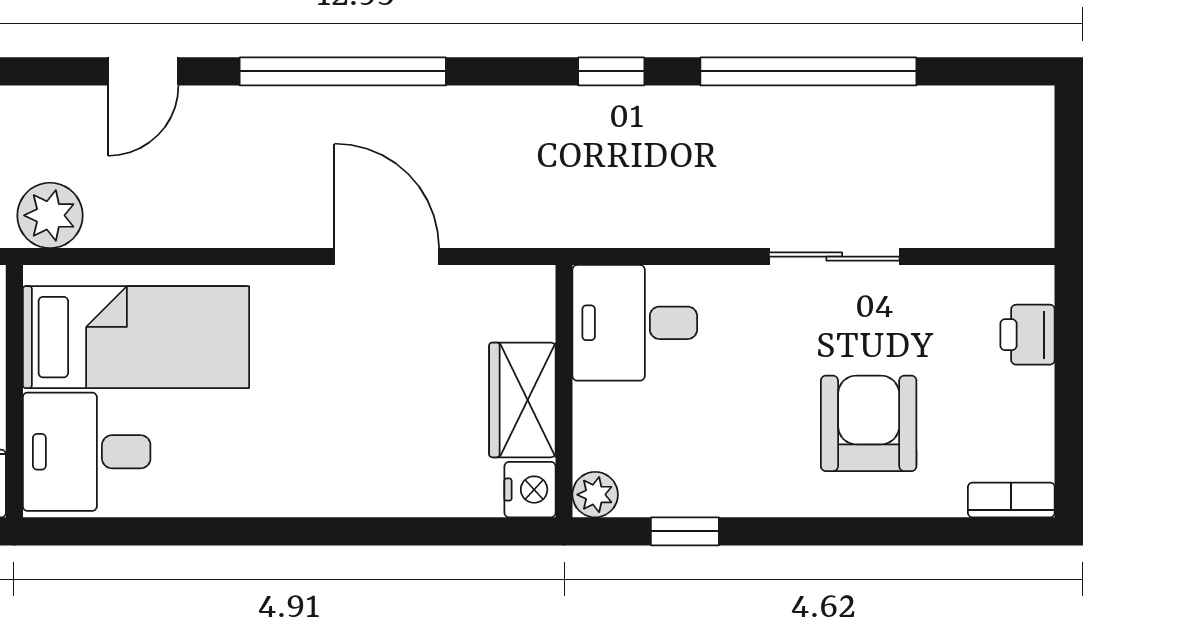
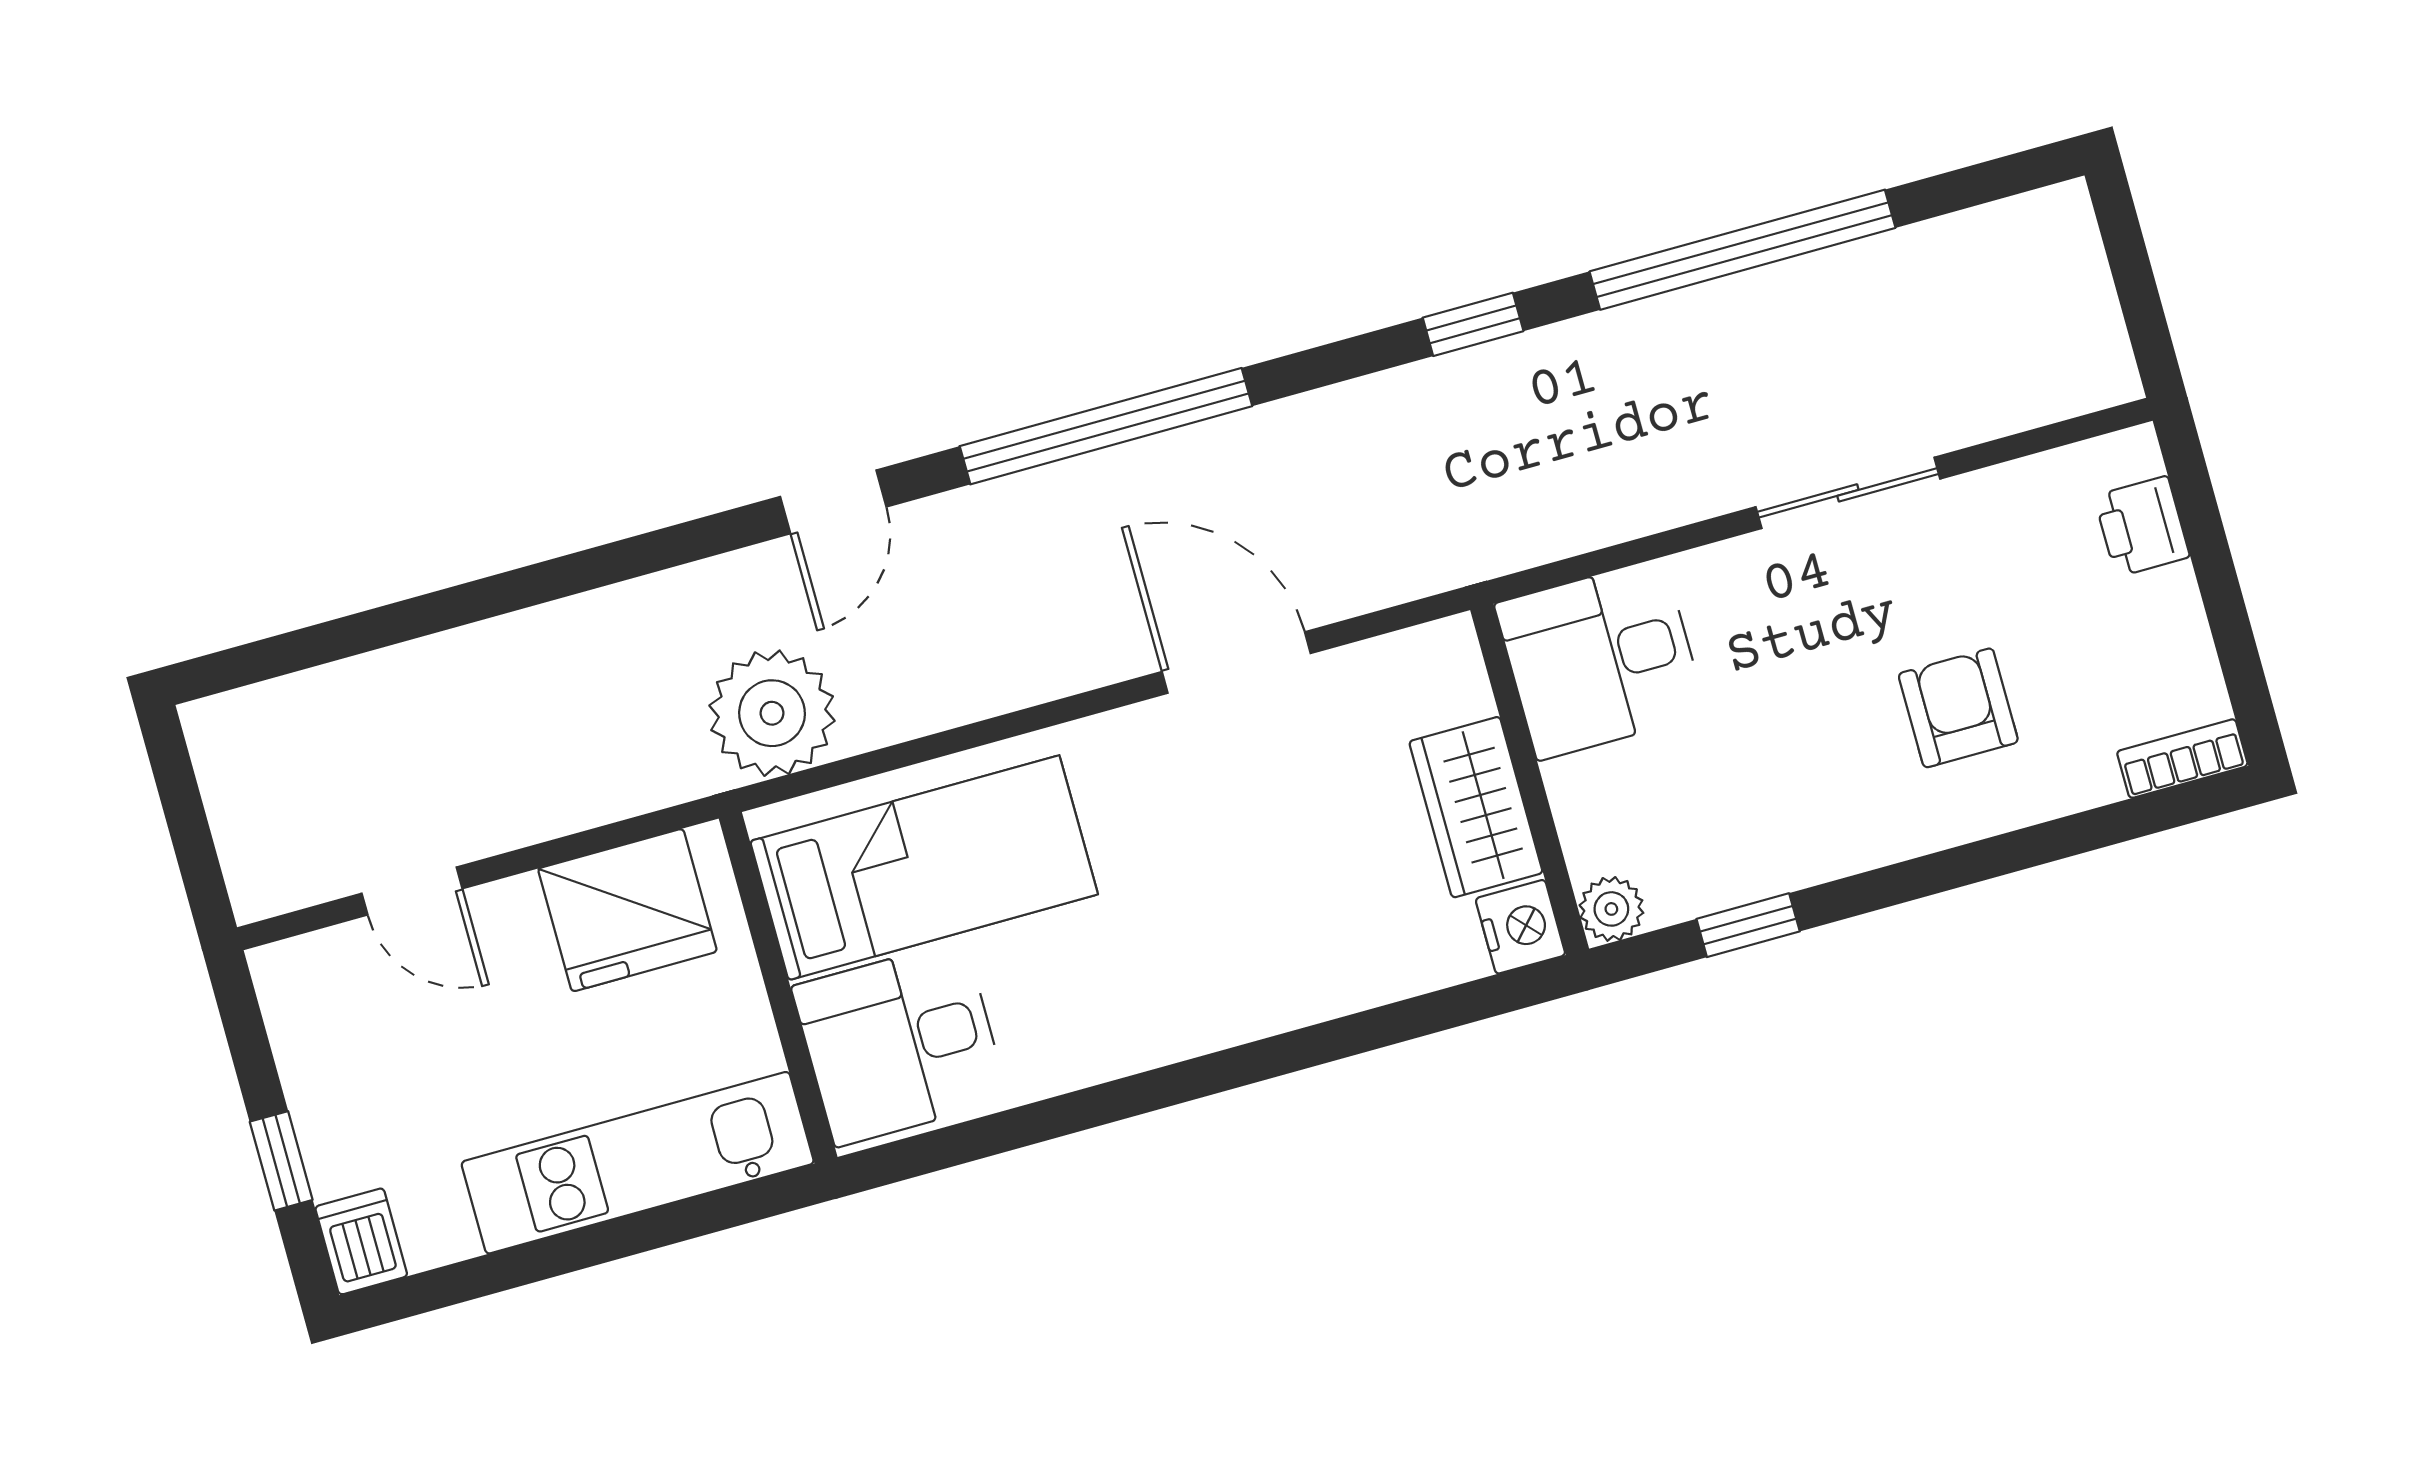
plant: (50, 215) -> (772, 713), width x1.36, depth x1.36
armchair: (869, 423) -> (1958, 708), width x0.72, depth x0.72

